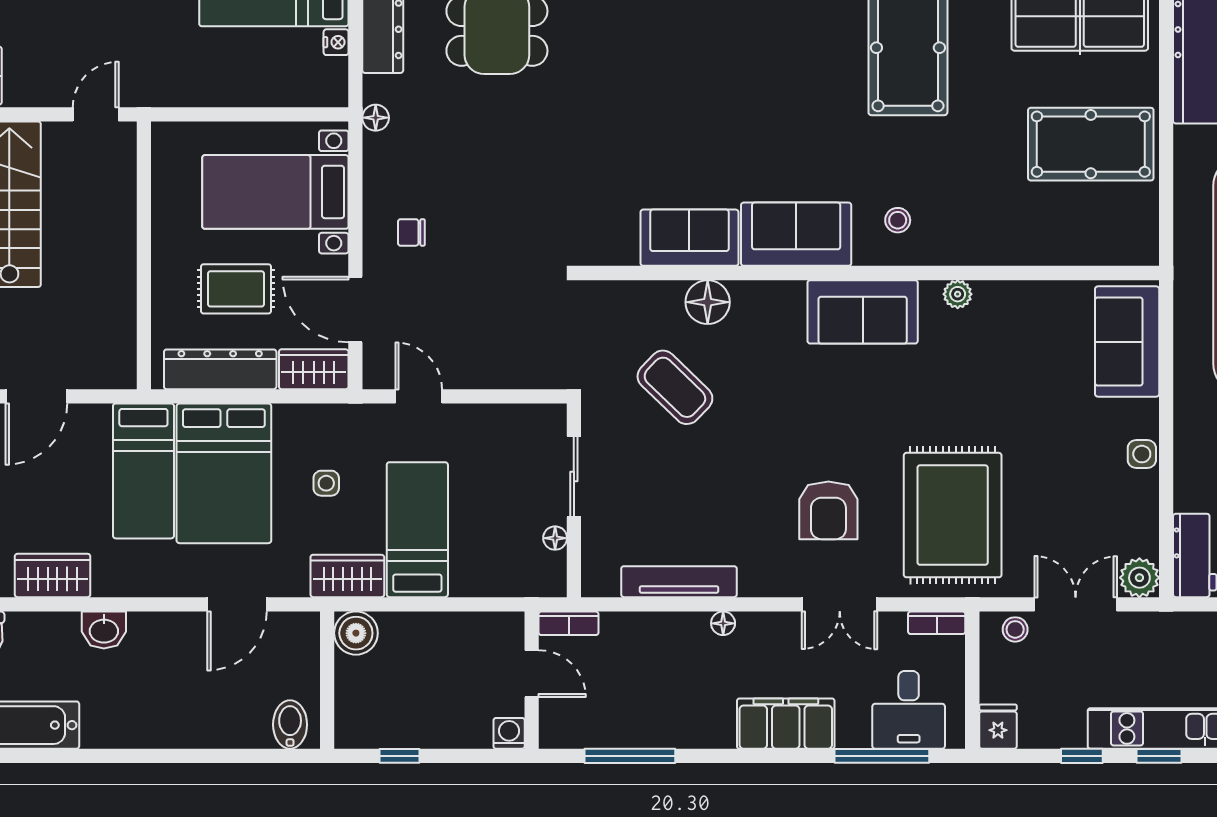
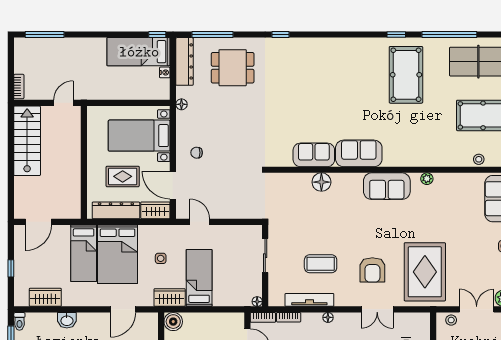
stool: (898, 220) -> (479, 159), moved
coffee table: (675, 387) -> (321, 264), moved, turned -44
floor lamp: (555, 538) -> (257, 302), moved
bookcase: (937, 623) -> (289, 317), moved

